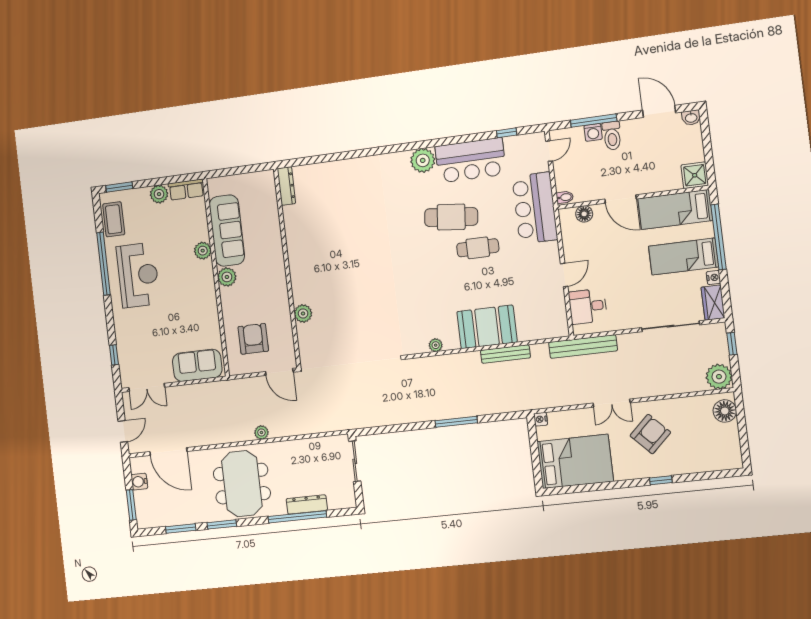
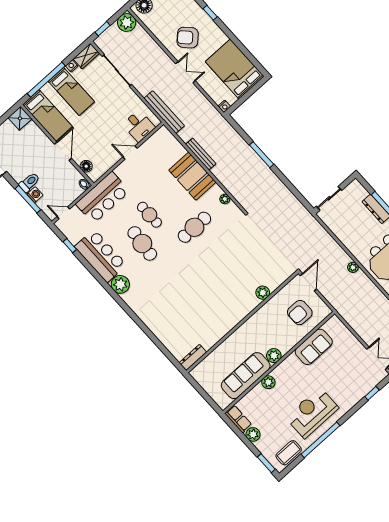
cafe table: (428, 289) -> (194, 227), added
sofa: (197, 365) -> (314, 347), moved, turned -90

